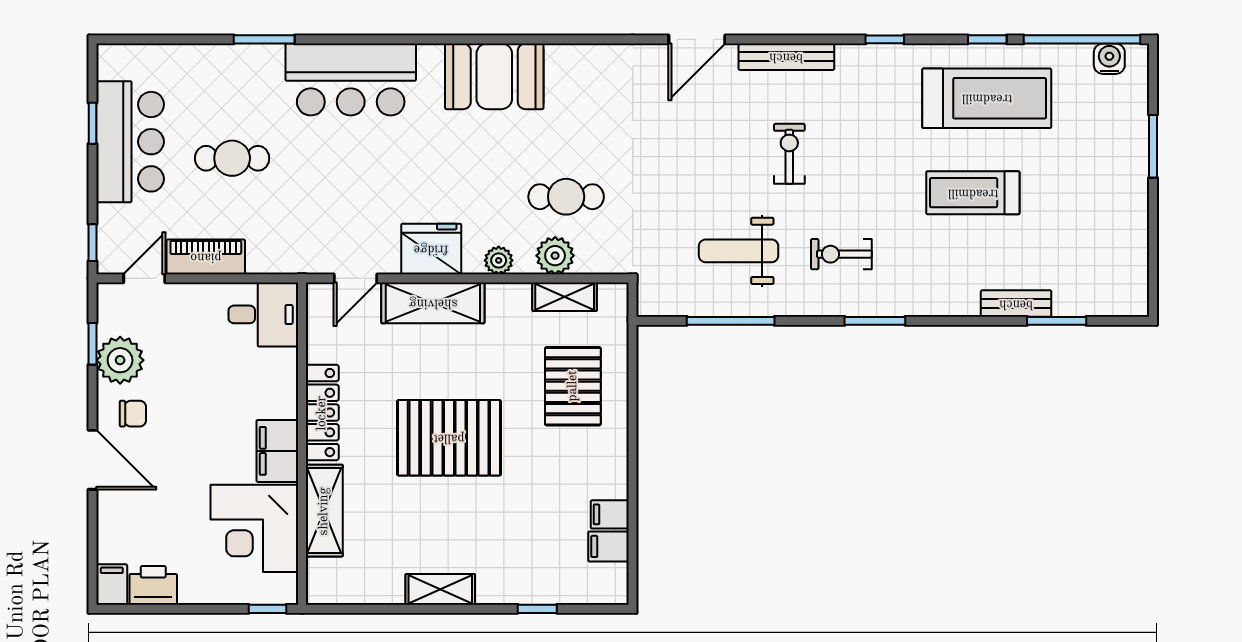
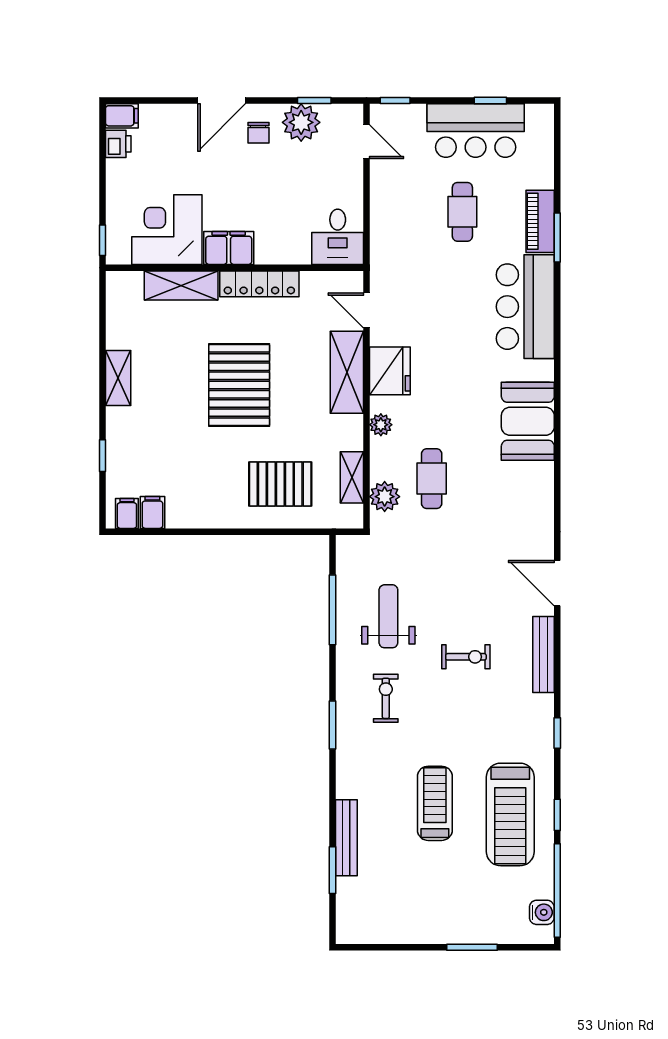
plant: (555, 256) -> (385, 497), moved
piano: (206, 257) -> (540, 221), moved, turned 180
bench: (1016, 304) -> (346, 838), width x1.36
filing cabinet: (610, 514) -> (127, 513), moved
printer: (153, 585) -> (118, 144), width x0.73, depth x0.81

